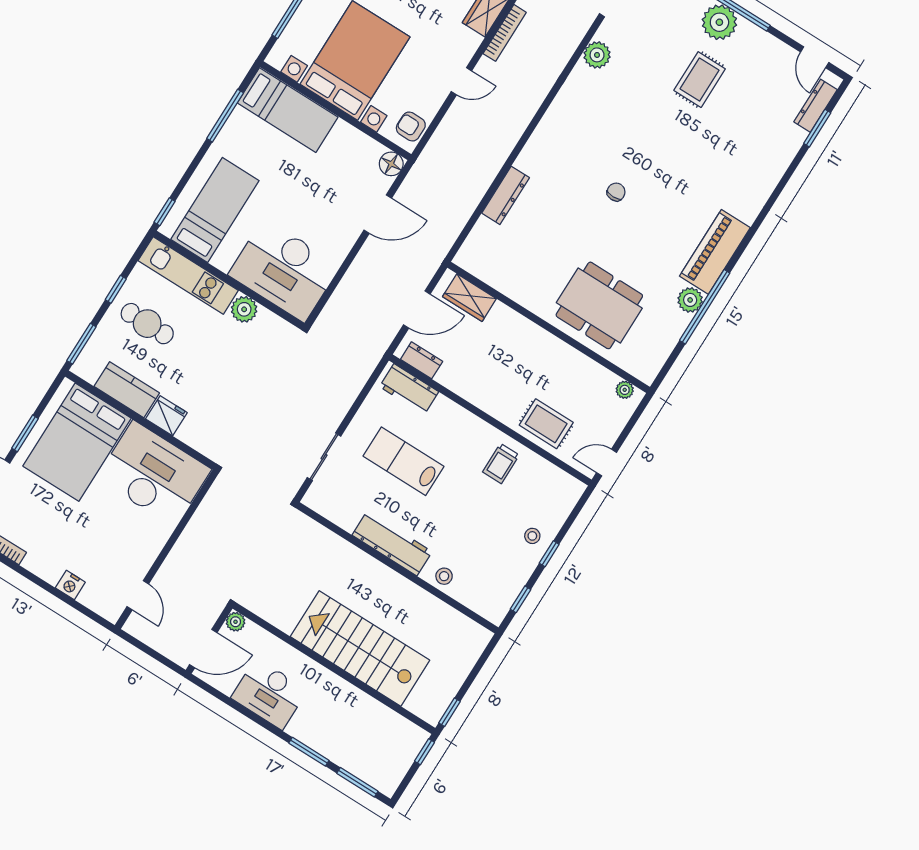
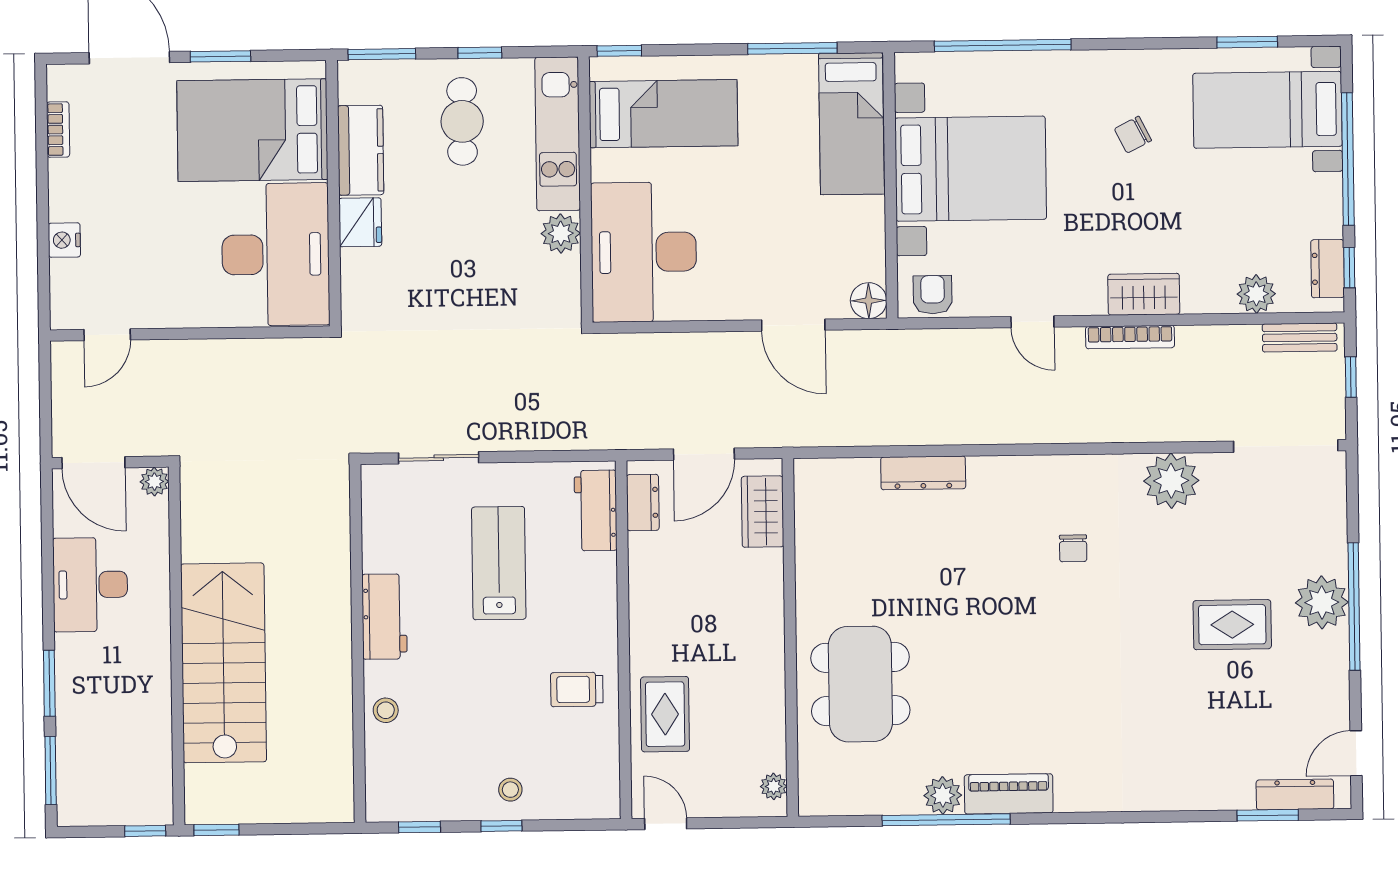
plant: (597, 55) -> (1171, 481), width x1.36, depth x1.36
chair: (616, 192) -> (1073, 548), moved, turned 90
piano: (715, 252) -> (1009, 794), width x0.73, depth x0.75
door: (417, 309) -> (704, 454), hinge flipped
workbench: (392, 543) -> (384, 617), width x0.73

